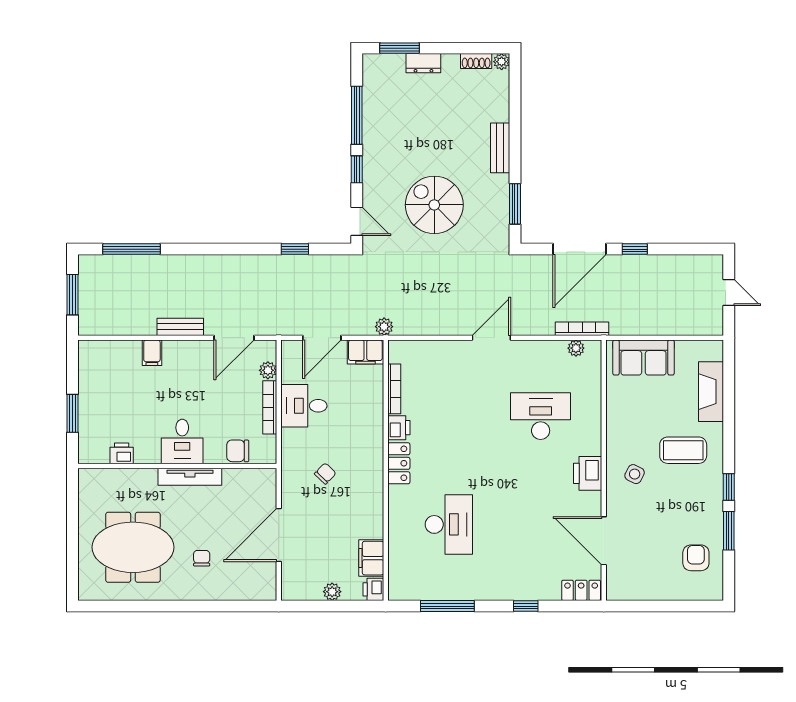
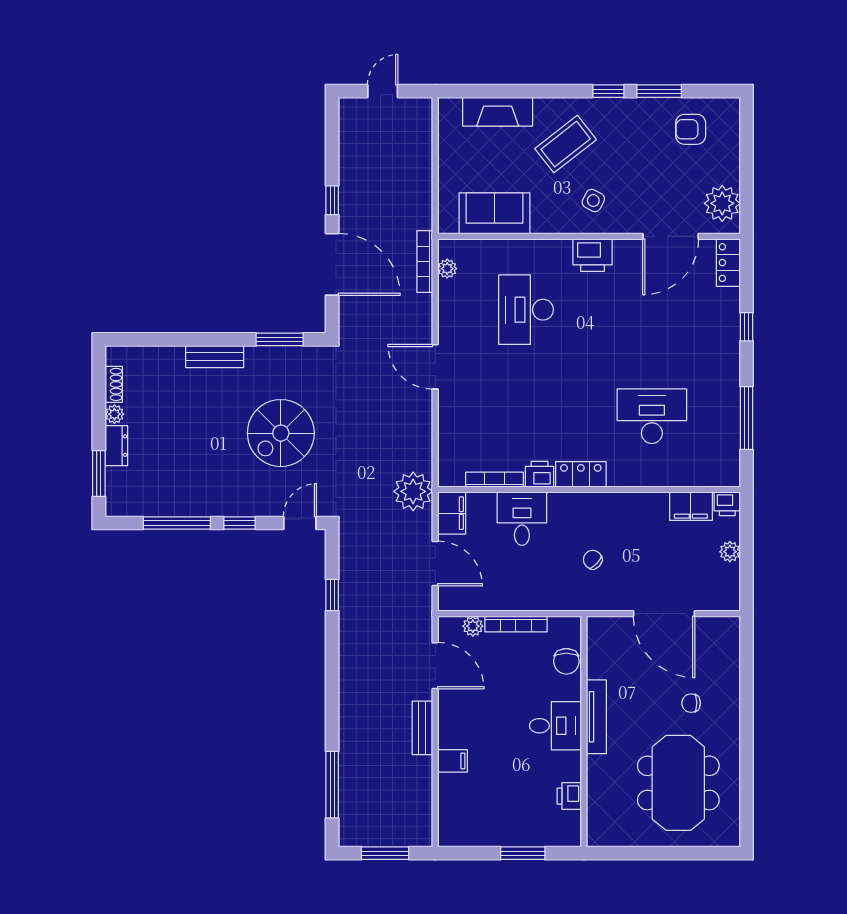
plant: (502, 62) -> (114, 414), moved
plant: (384, 327) -> (413, 491), width x1.88, depth x1.88
sofa: (643, 358) -> (494, 213), moved, turned -90
desk: (304, 406) -> (522, 519), moved, turned 180
coffee table: (683, 450) -> (566, 144), turned 52
plant: (632, 585) -> (722, 203), added

